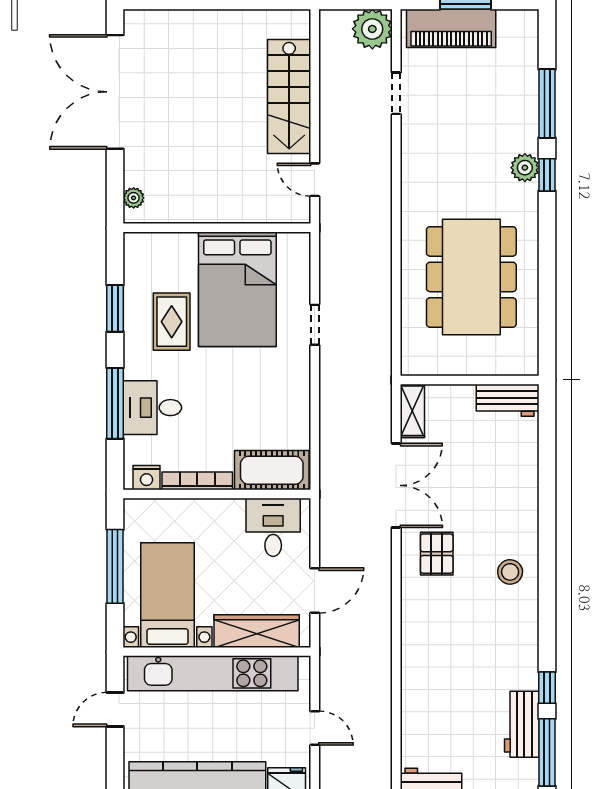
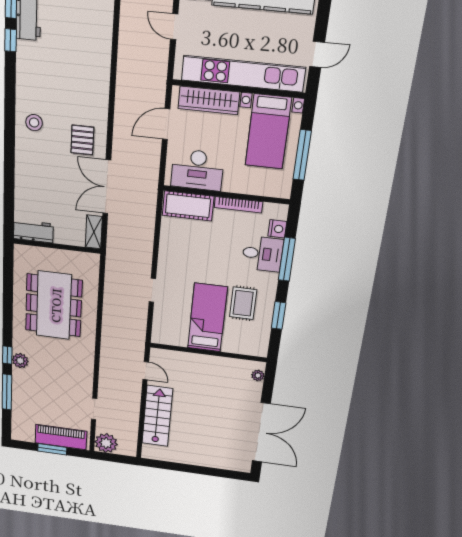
bed: (237, 289) -> (207, 318), width x0.67
nightstand: (146, 478) -> (277, 229), moved, turned 90
desk: (273, 527) -> (197, 170), width x1.37

